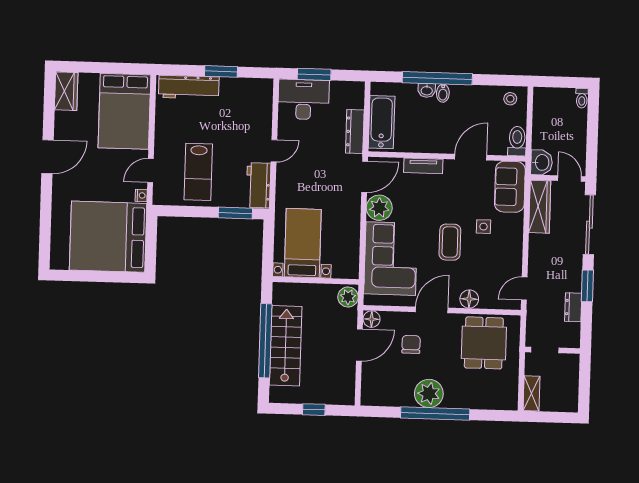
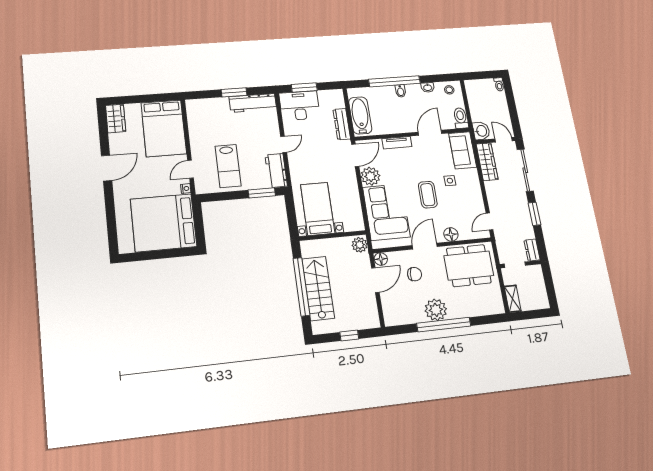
workbench: (189, 87) -> (253, 103), moved
washbasin: (427, 90) -> (428, 87), moved
dresser: (573, 307) -> (532, 250), moved
dining table: (484, 343) -> (469, 266), width x1.37
chair: (411, 344) -> (415, 274), turned 95

